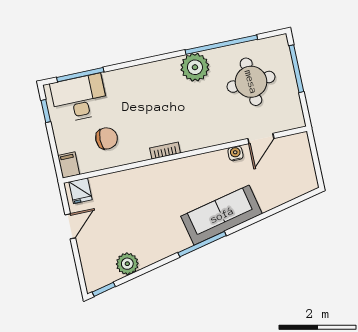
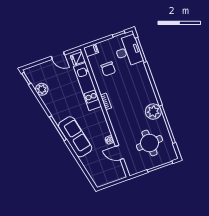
kitchen unit: (133, 180) -> (87, 86), added

